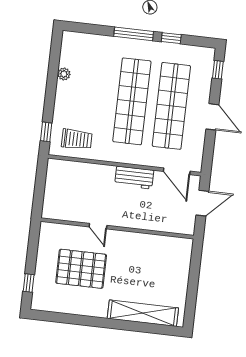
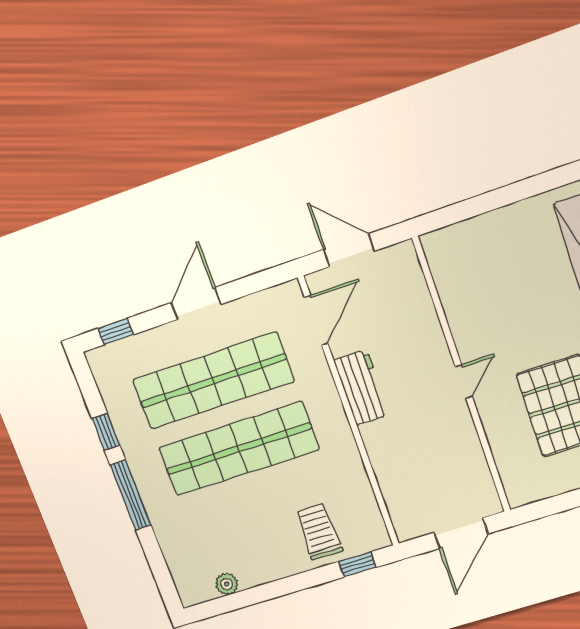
plant: (64, 74) -> (227, 584), moved
trolley: (77, 139) -> (319, 532), moved
door: (39, 191) -> (461, 533), added
door: (98, 226) -> (464, 382), moved

